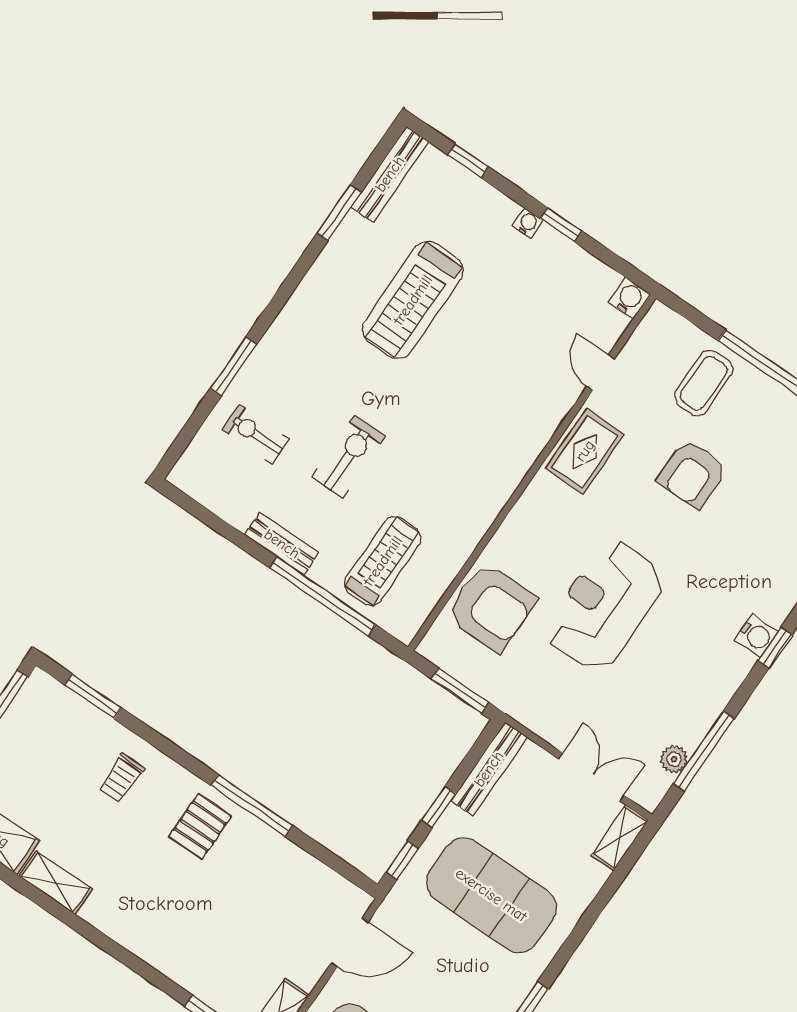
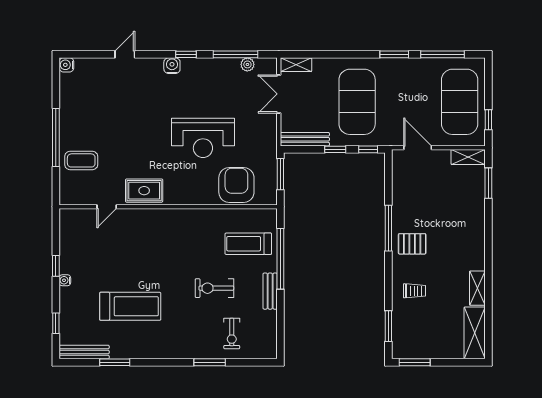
water cooler: (629, 298) -> (67, 216), removed
armchair: (692, 474) -> (123, 139), removed
window: (775, 648) -> (186, 54), moved

